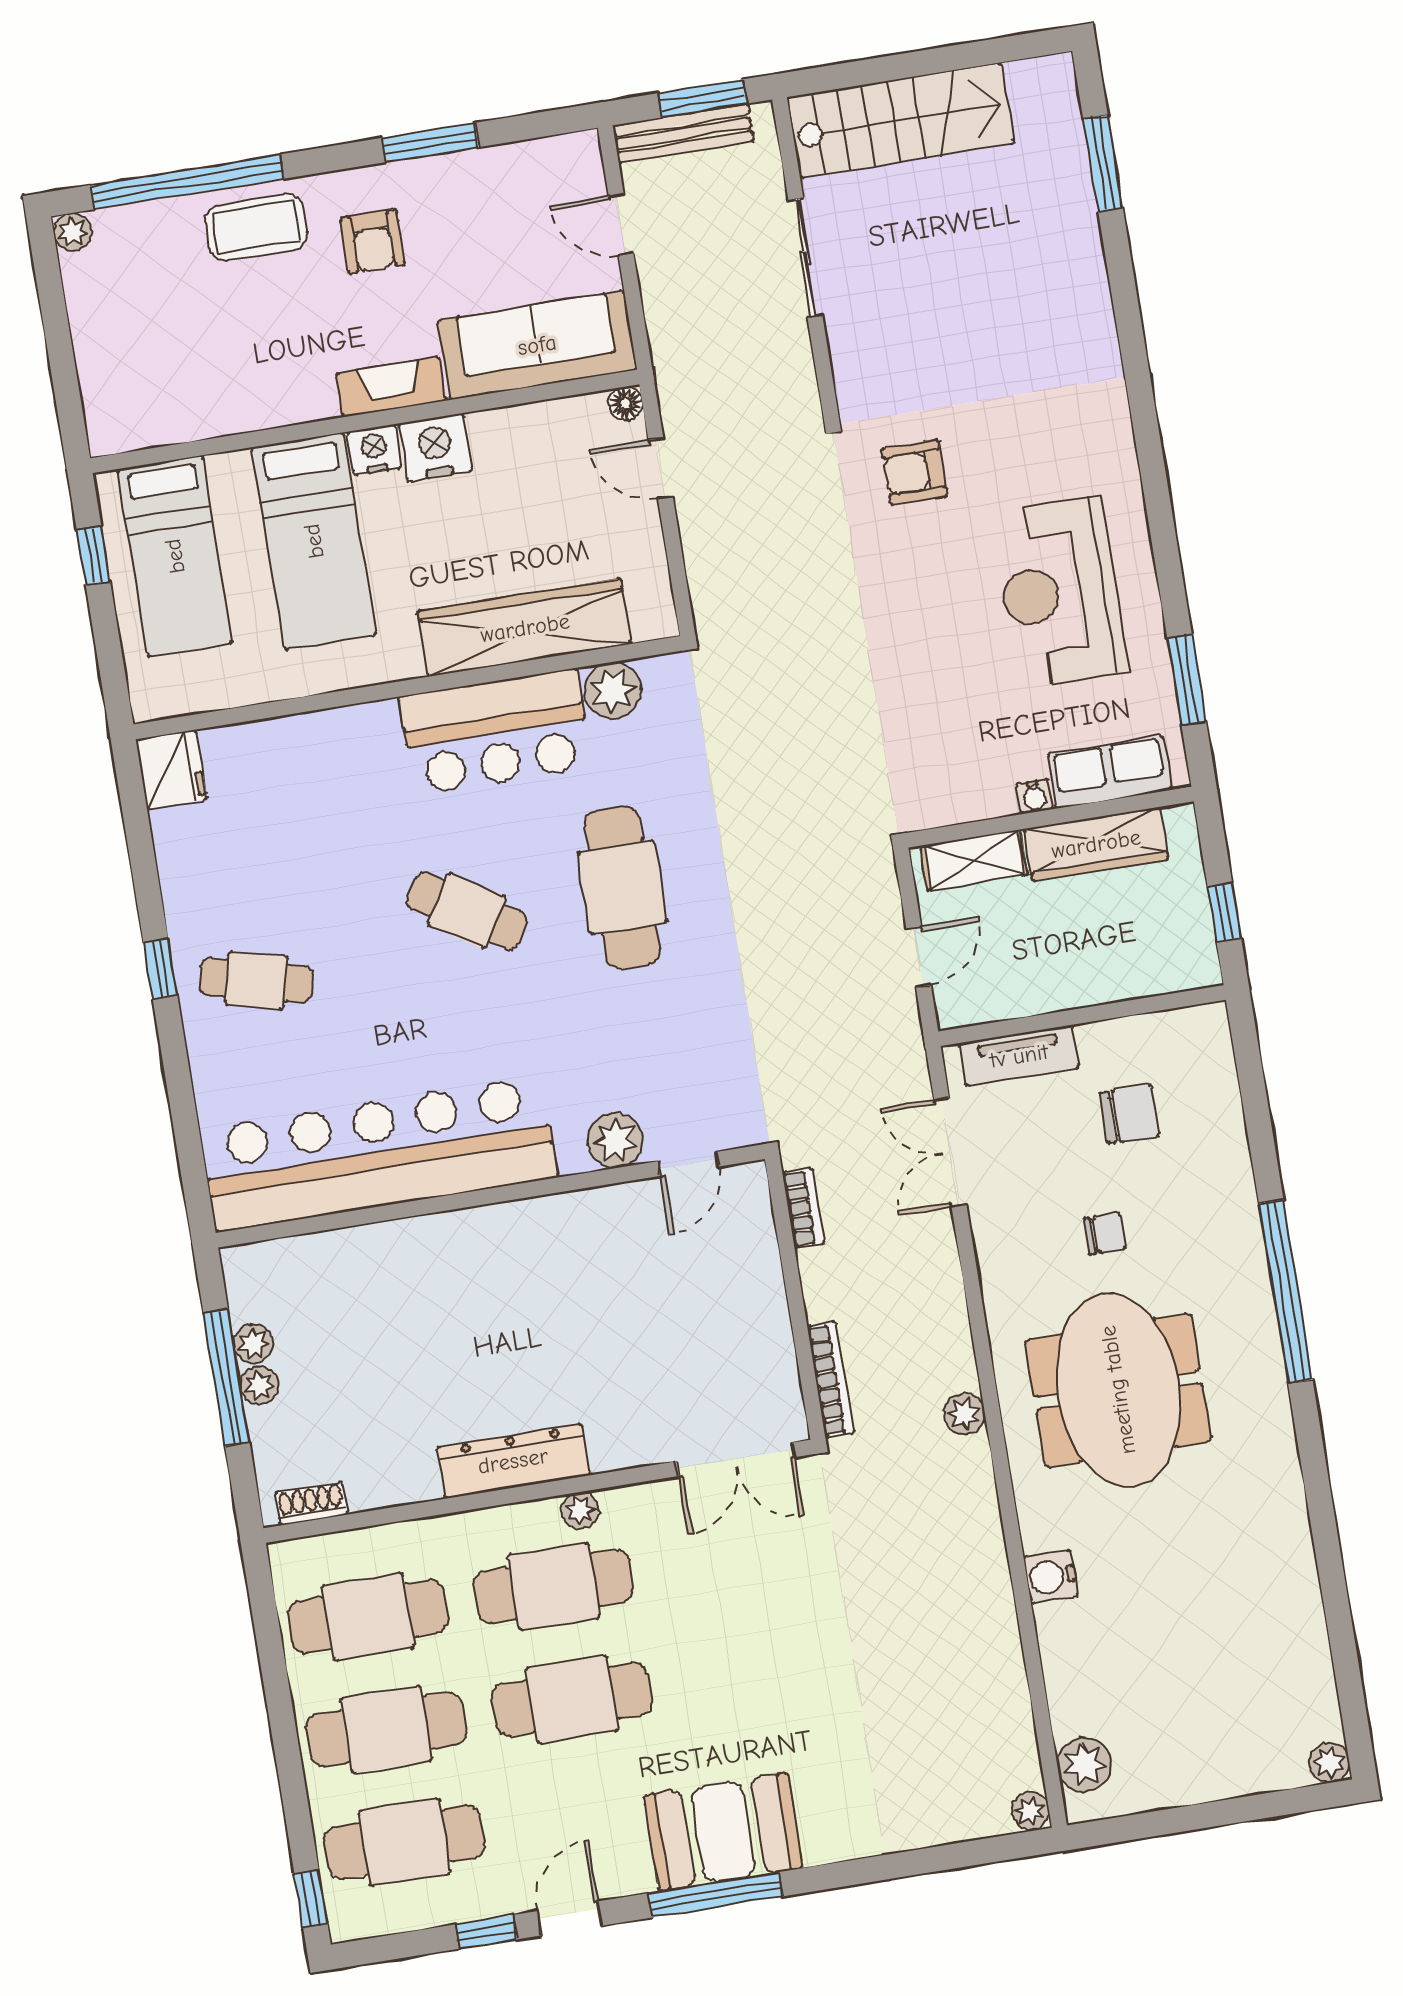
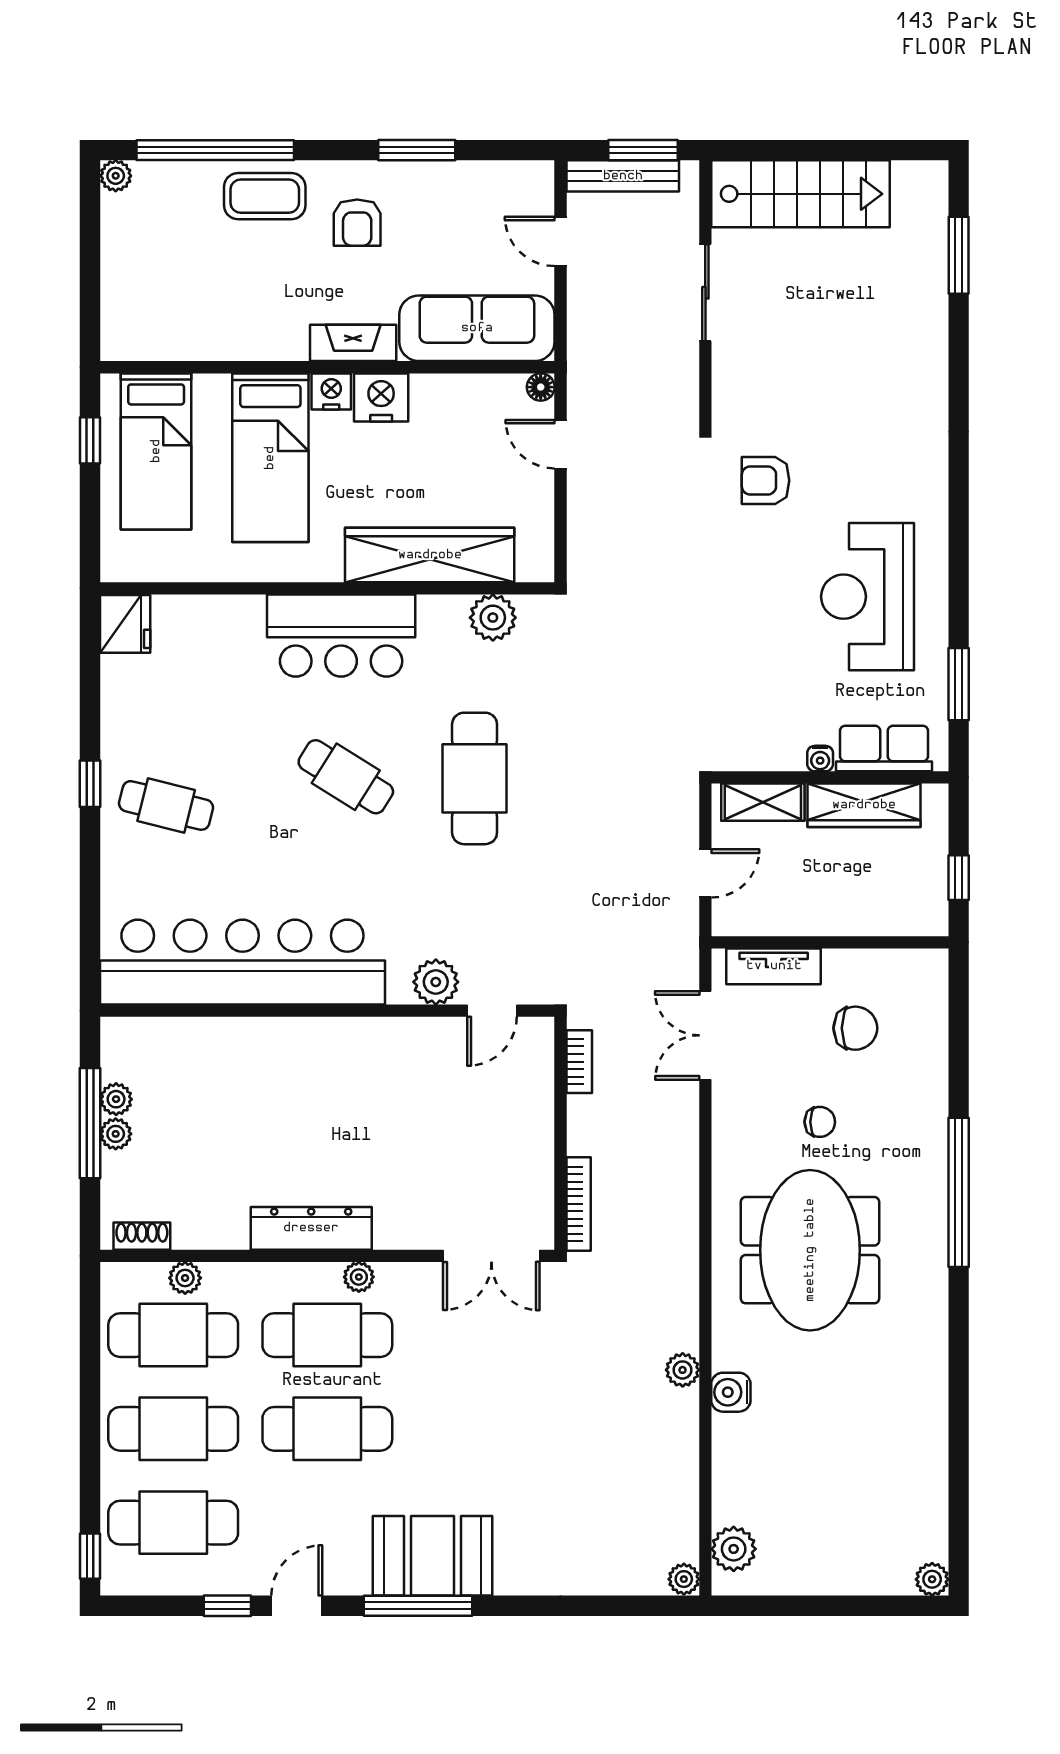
bar counter: (496, 732) -> (341, 636), moved
plant: (964, 1414) -> (683, 1370), moved
plant: (371, 1546) -> (185, 1278), added

